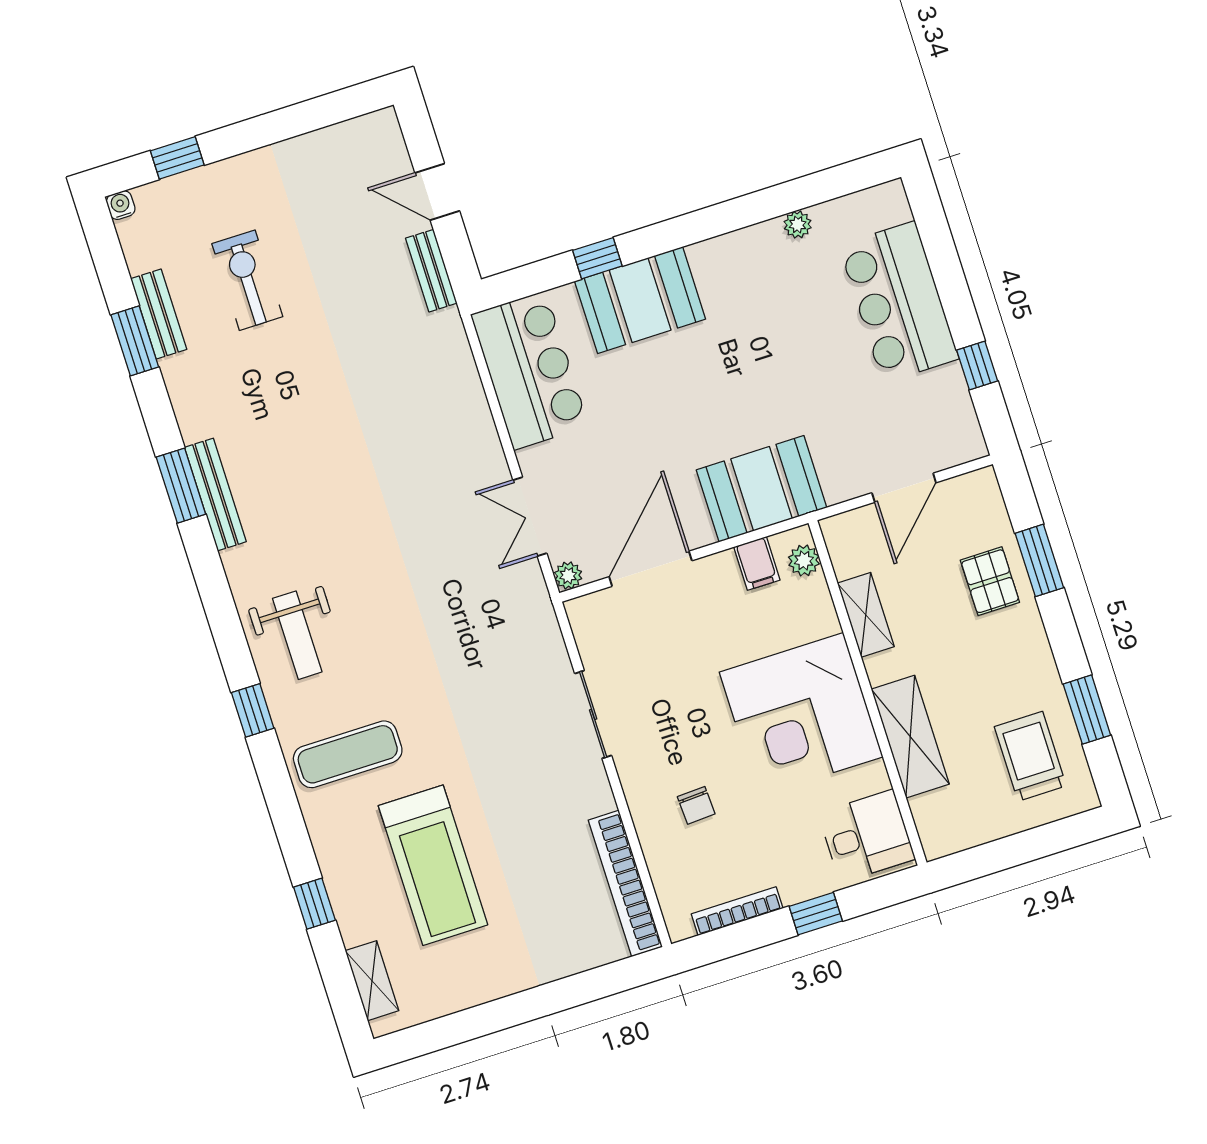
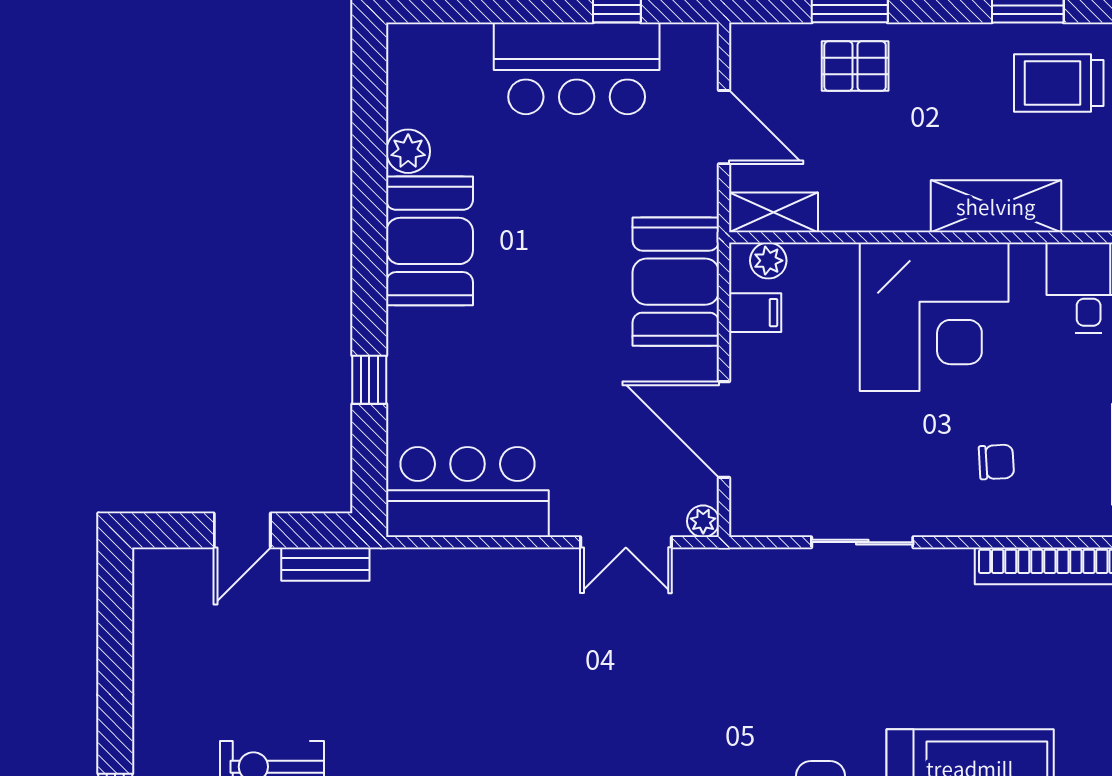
plant: (798, 225) -> (408, 151), width x1.38, depth x1.38
booth: (640, 300) -> (430, 241), moved
bar counter: (899, 302) -> (577, 68), moved
shelving: (866, 615) -> (774, 212), moved

